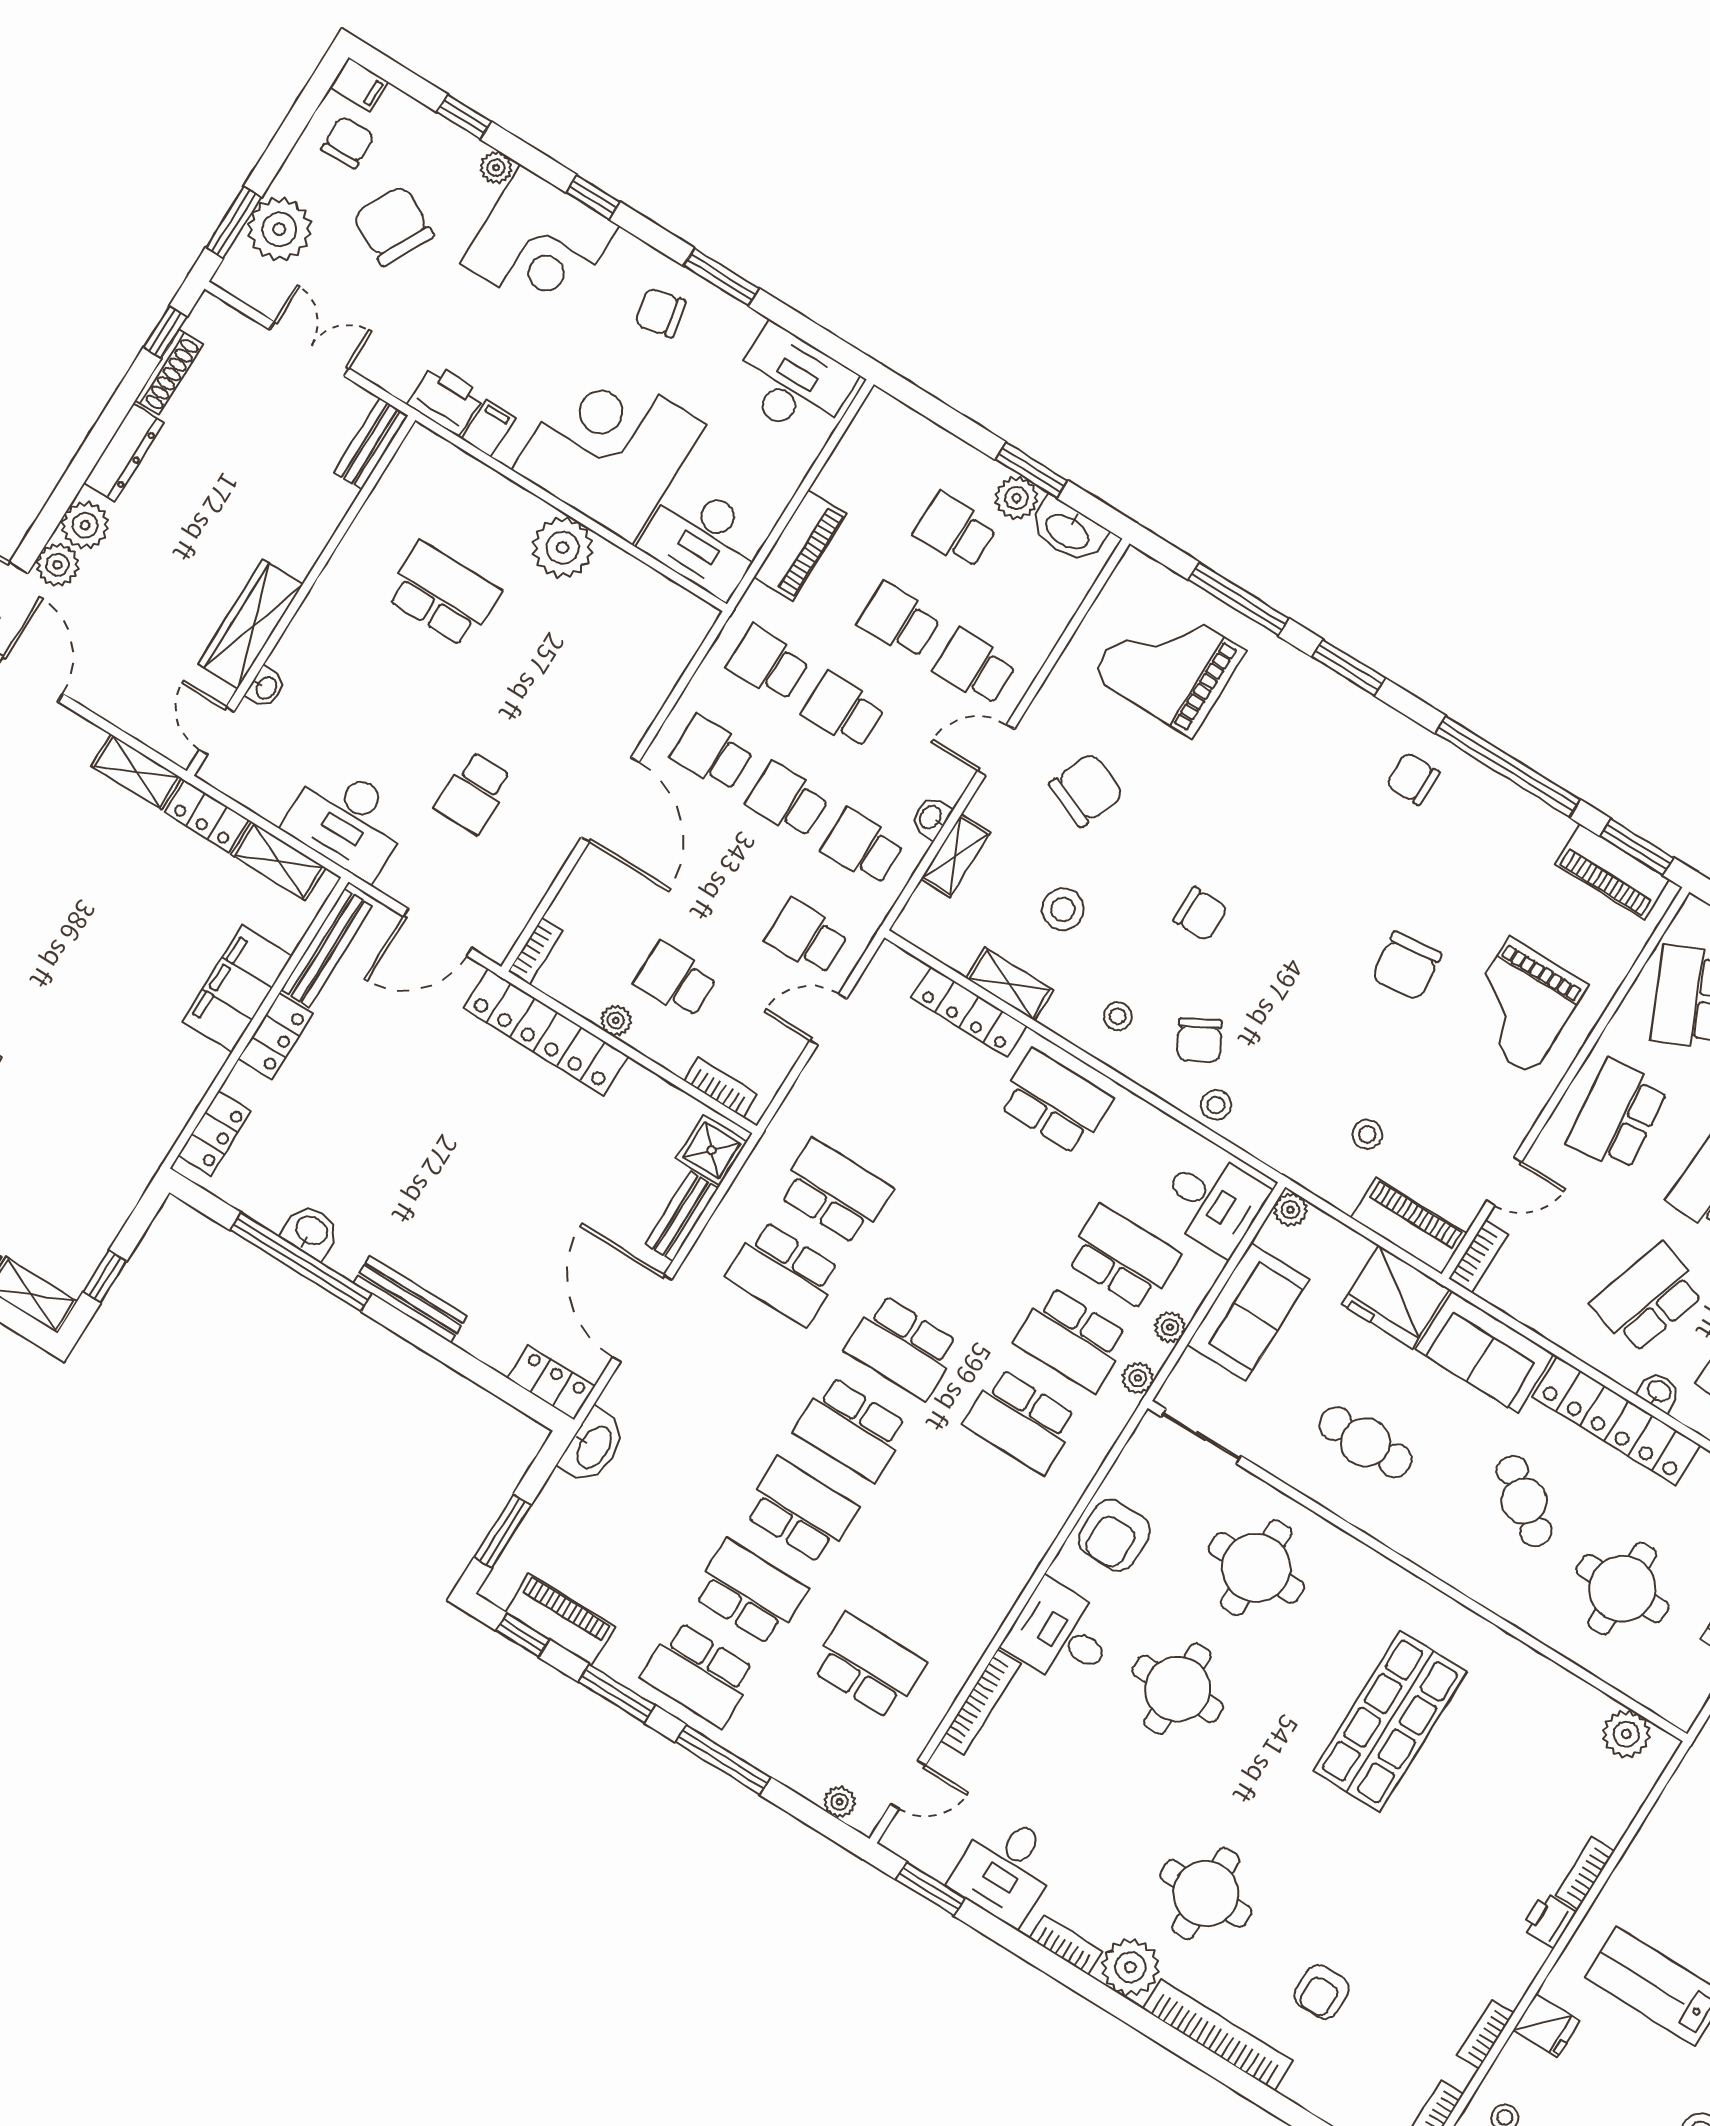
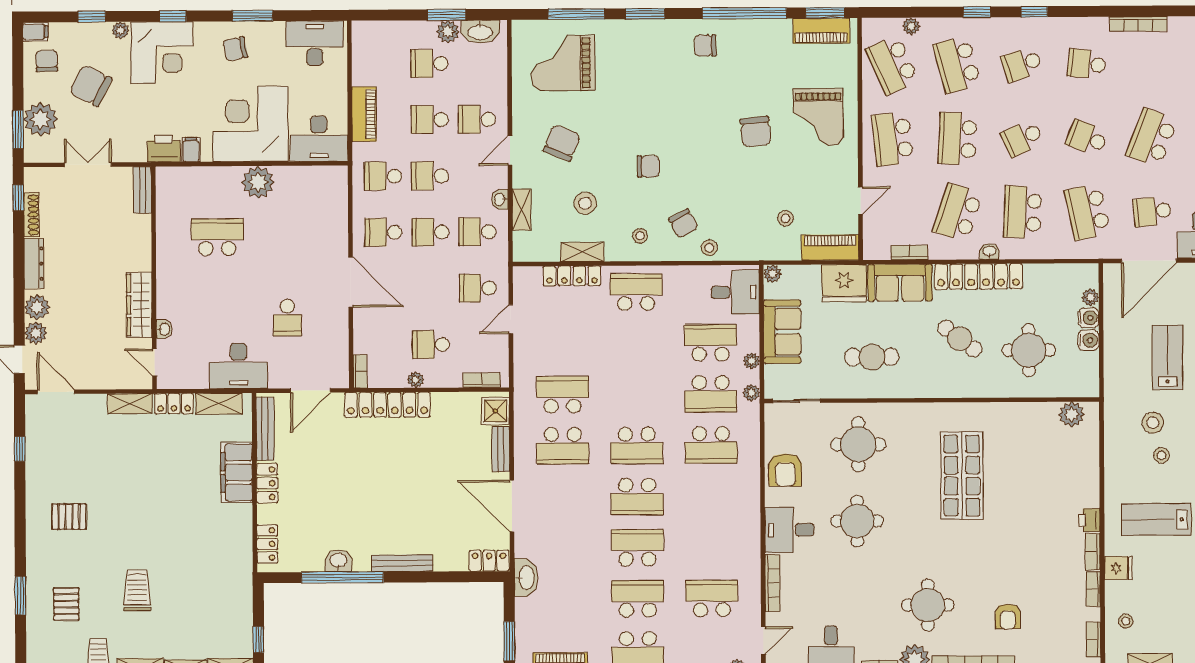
bookcase: (1479, 1257) -> (910, 252), moved, turned -90
bookcase: (1585, 1873) -> (1093, 552), moved

